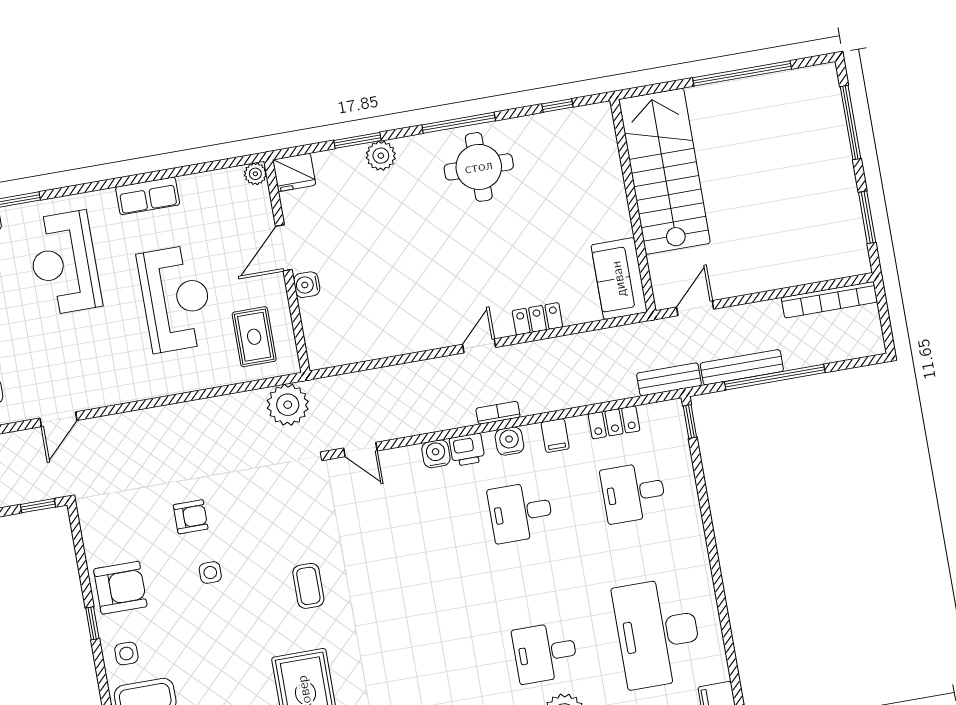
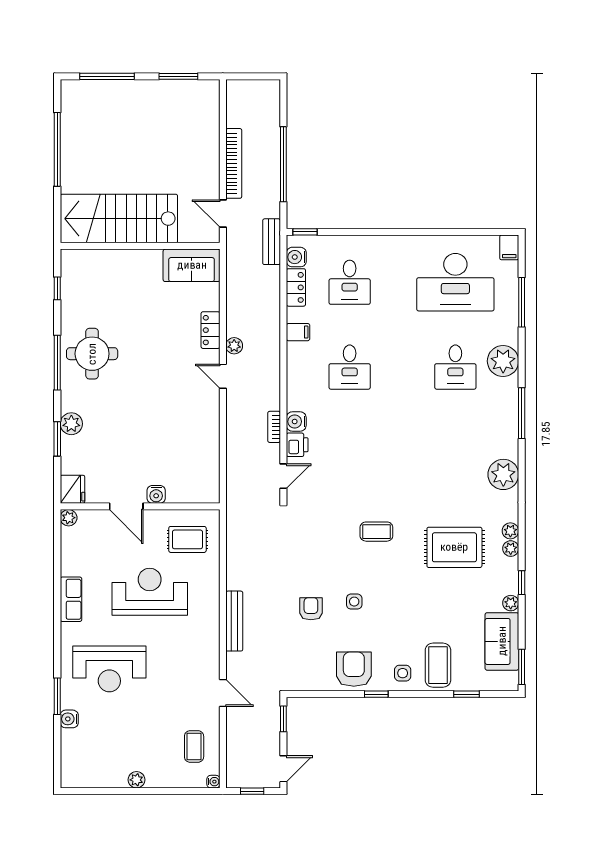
bookcase: (829, 300) -> (234, 163), moved
bench: (742, 367) -> (234, 621), moved
plant: (288, 405) -> (234, 346), moved, width x0.53, depth x0.53
bookcase: (498, 413) -> (274, 427), moved
water cooler: (509, 441) -> (296, 257), moved
printer: (467, 450) -> (297, 445), moved

